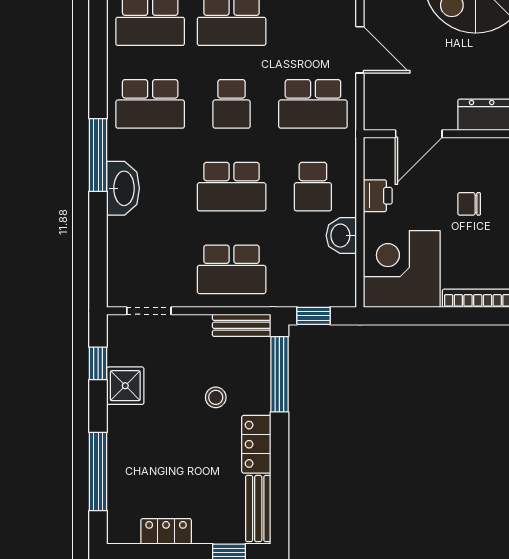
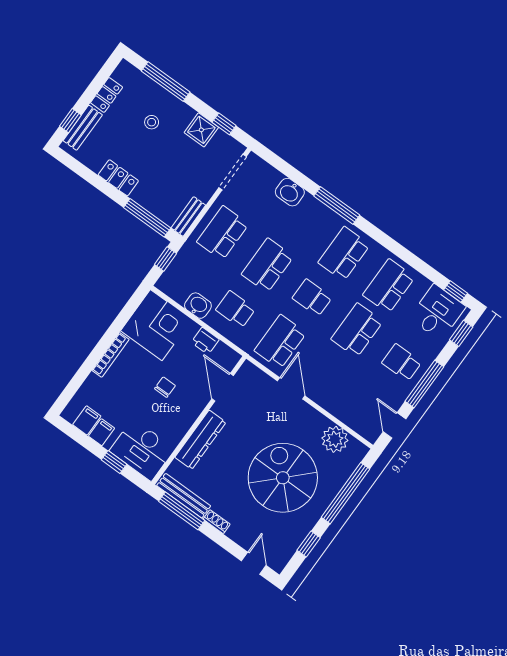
door: (360, 50) -> (291, 388), swing flipped
washbasin: (123, 188) -> (290, 192), moved, width x0.72
doorway: (149, 311) -> (233, 172), width x1.38
stool: (216, 397) -> (152, 122), moved
bench: (258, 509) -> (83, 128), moved, turned 90

